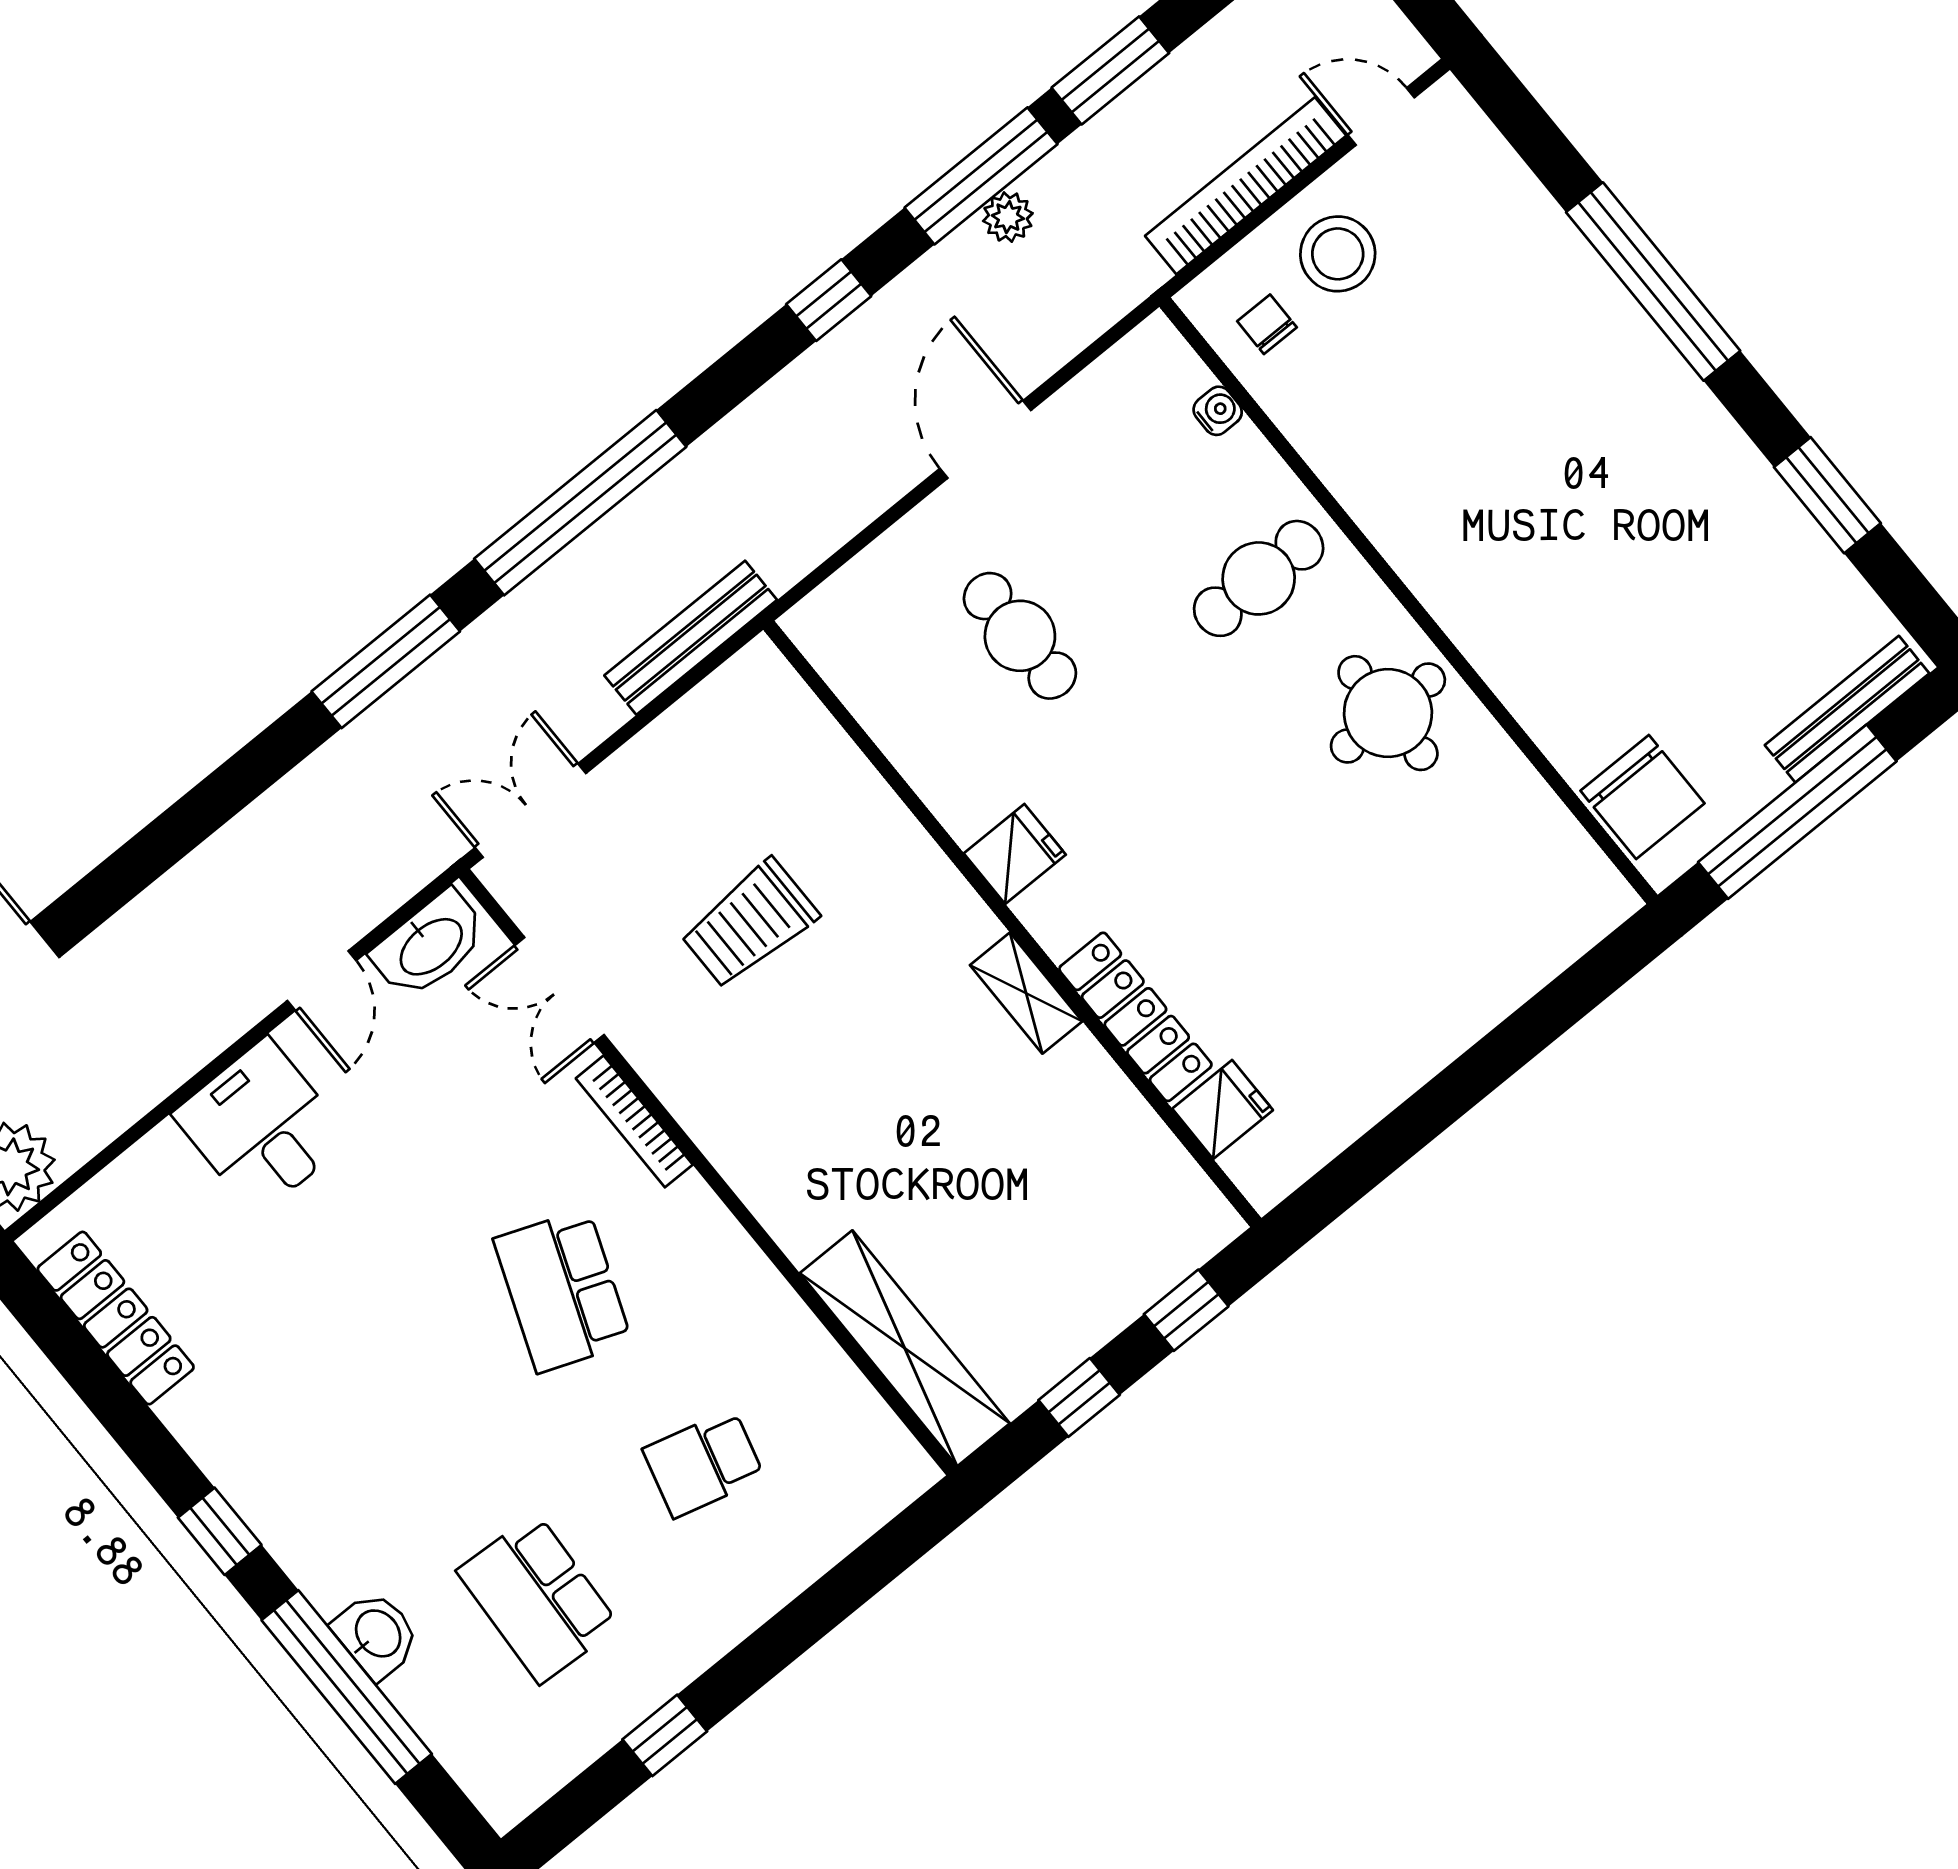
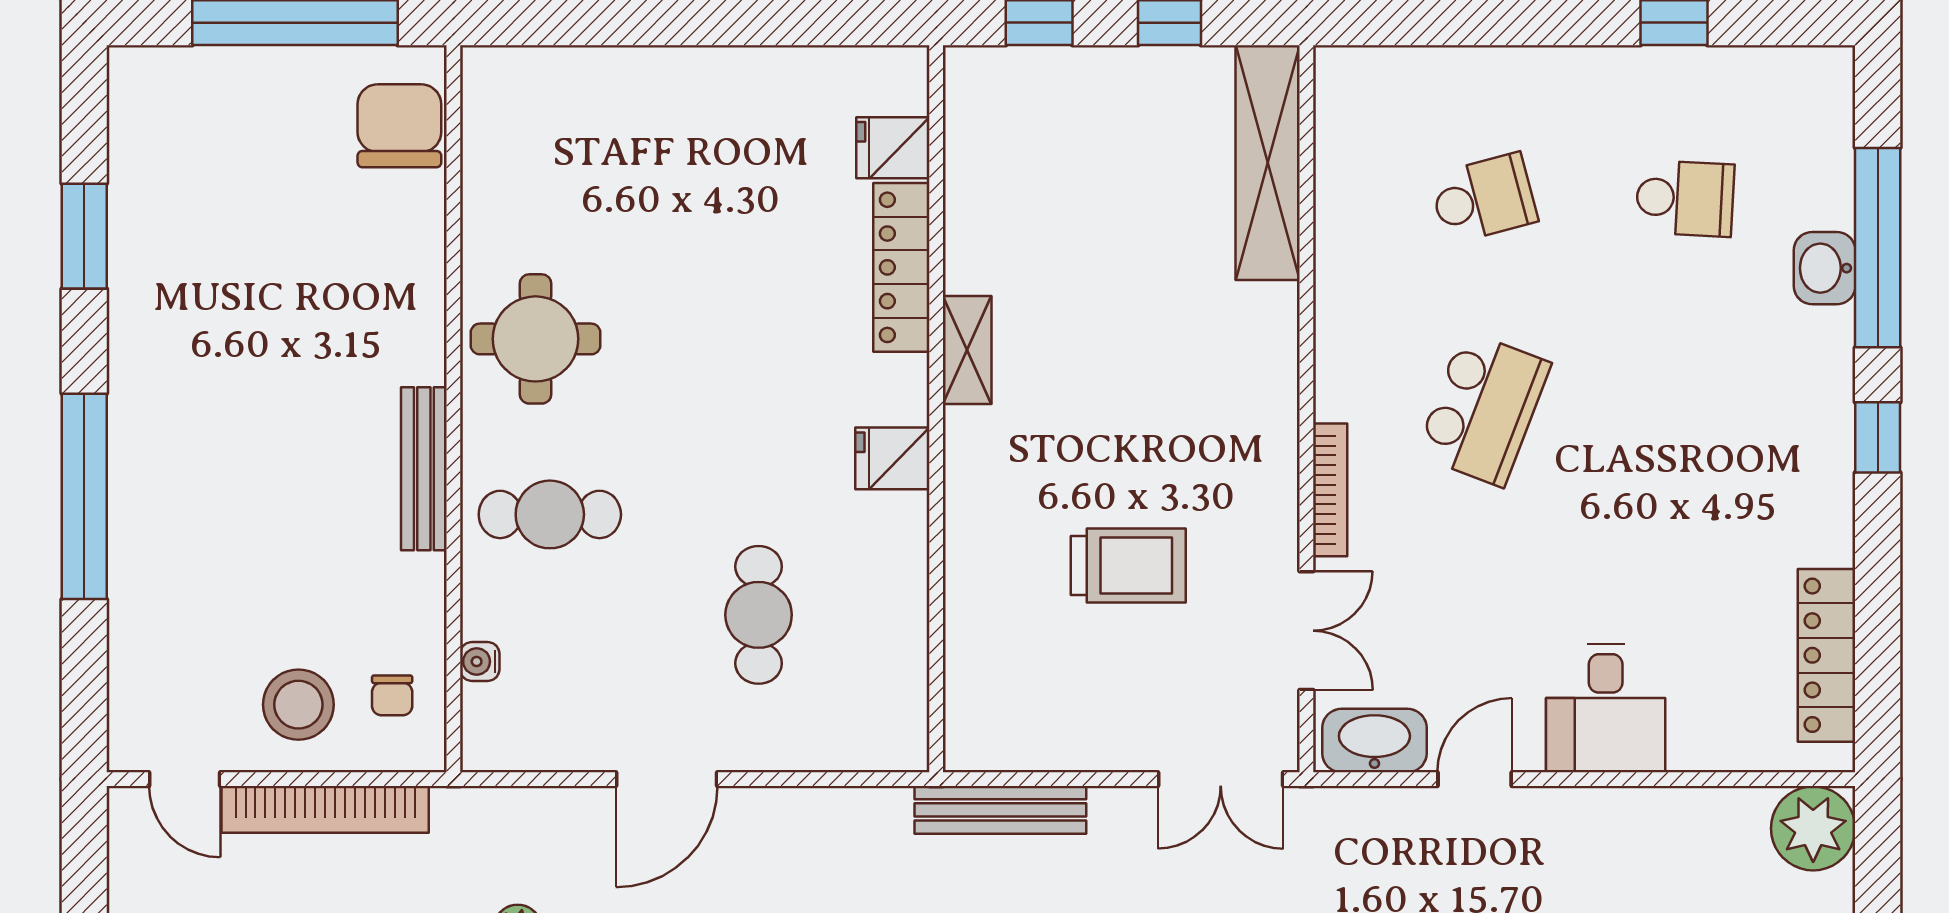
bench: (1847, 709) -> (424, 469), moved, turned 90
school desk: (704, 1463) -> (1483, 198), turned -30
school desk: (538, 1598) -> (1685, 198), width x0.54

